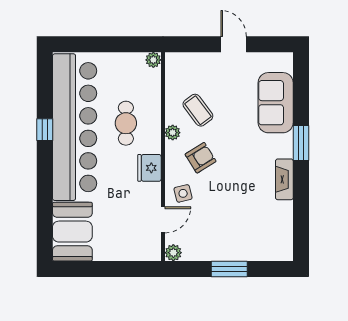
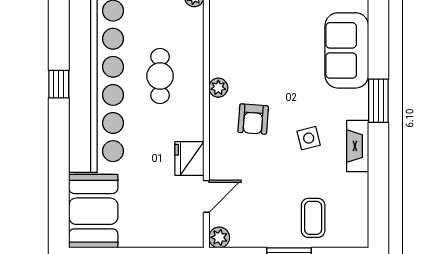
coffee table: (198, 110) -> (313, 218), moved, turned 37
armchair: (201, 158) -> (253, 119), turned 126
fridge: (149, 168) -> (189, 158), moved
side table: (183, 193) -> (309, 138), moved

